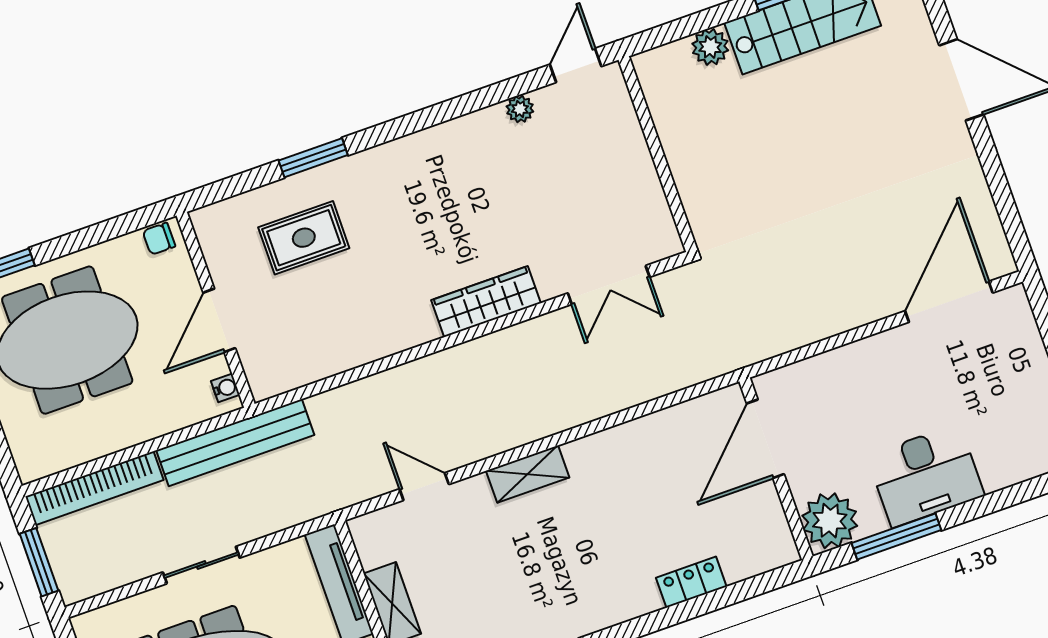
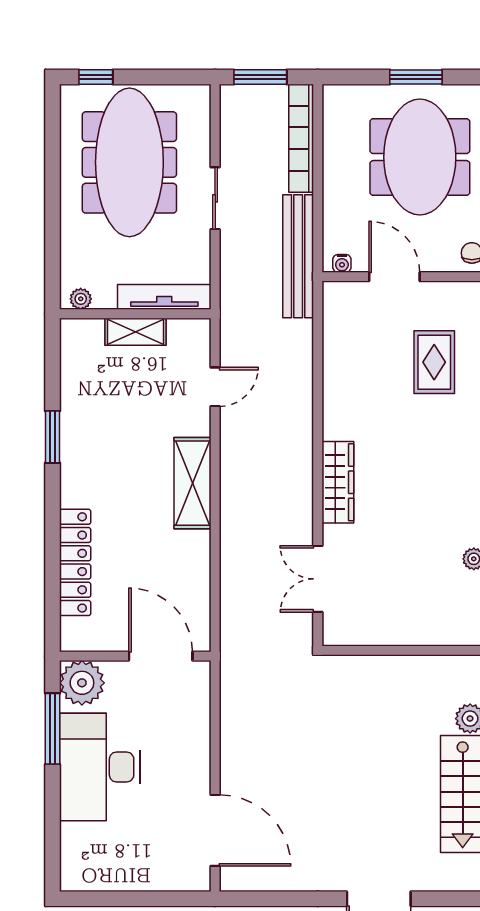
shelving: (528, 474) -> (193, 483), width x1.50, depth x1.33
desk: (926, 476) -> (100, 767), width x1.36, depth x1.30
locker: (691, 582) -> (75, 562), width x2.16, depth x1.21

